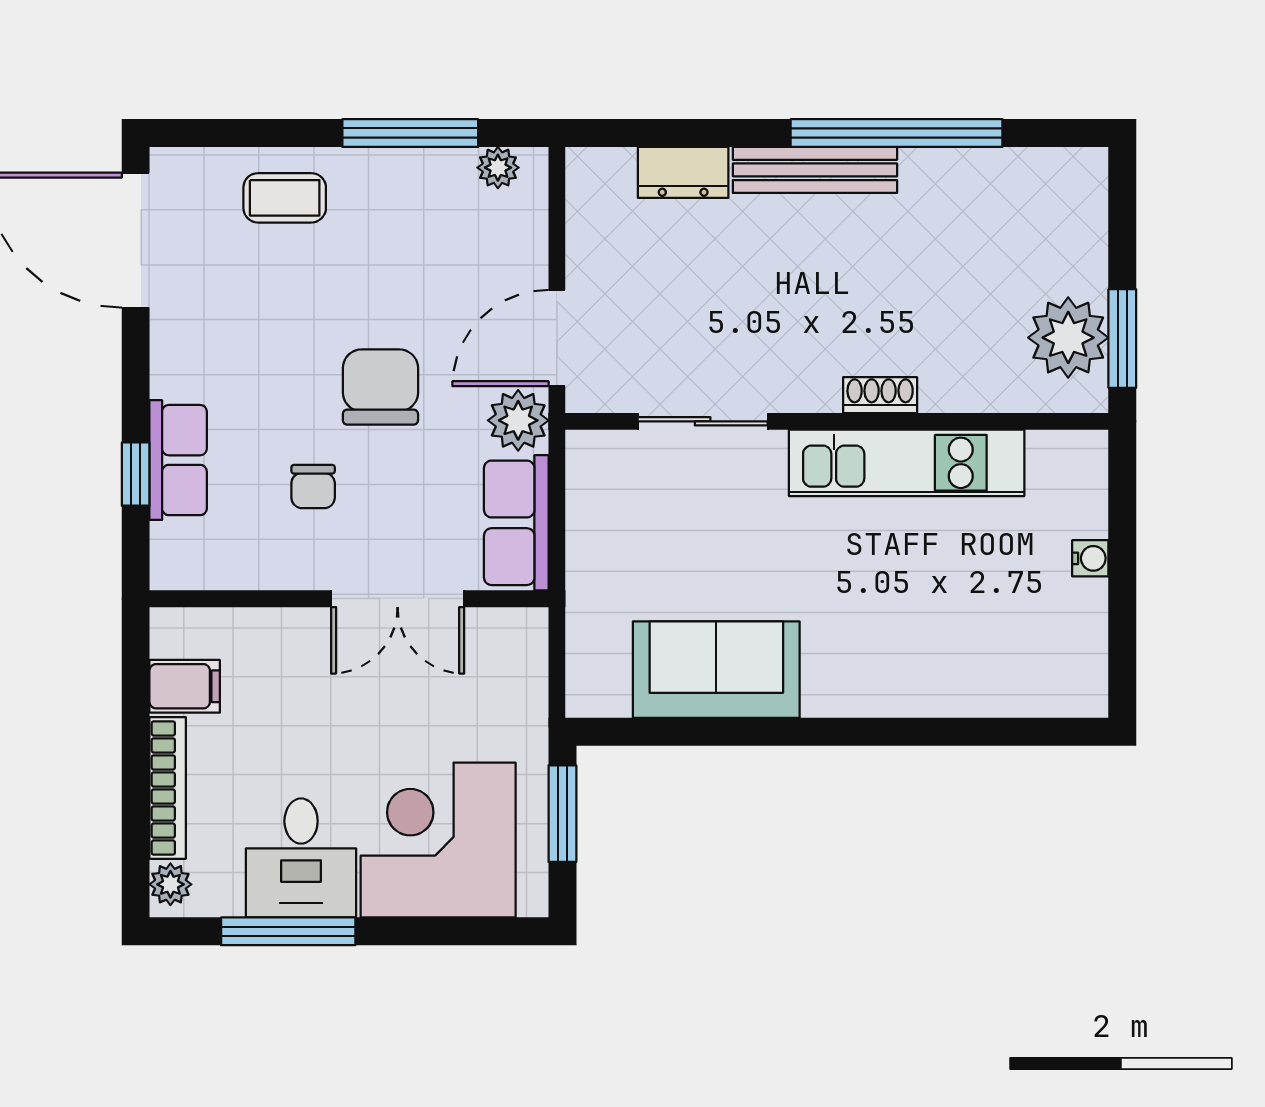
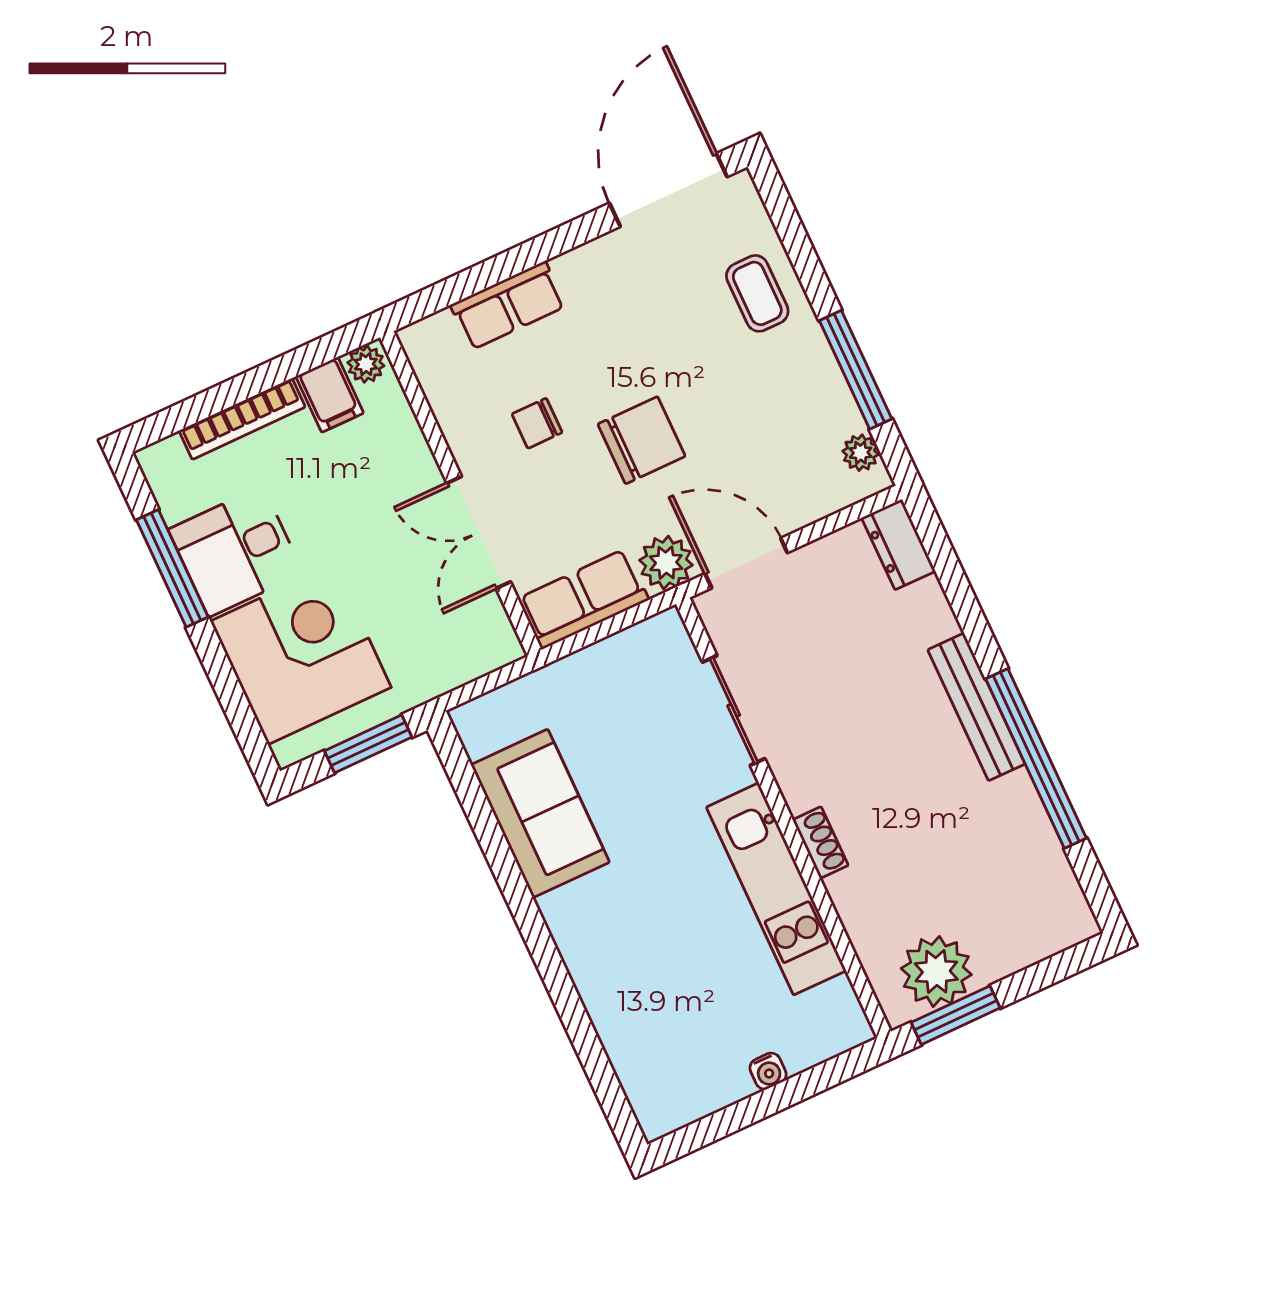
dresser: (683, 172) -> (898, 544), moved
window: (136, 474) -> (481, 277), removed
plant: (170, 884) -> (366, 364), moved

